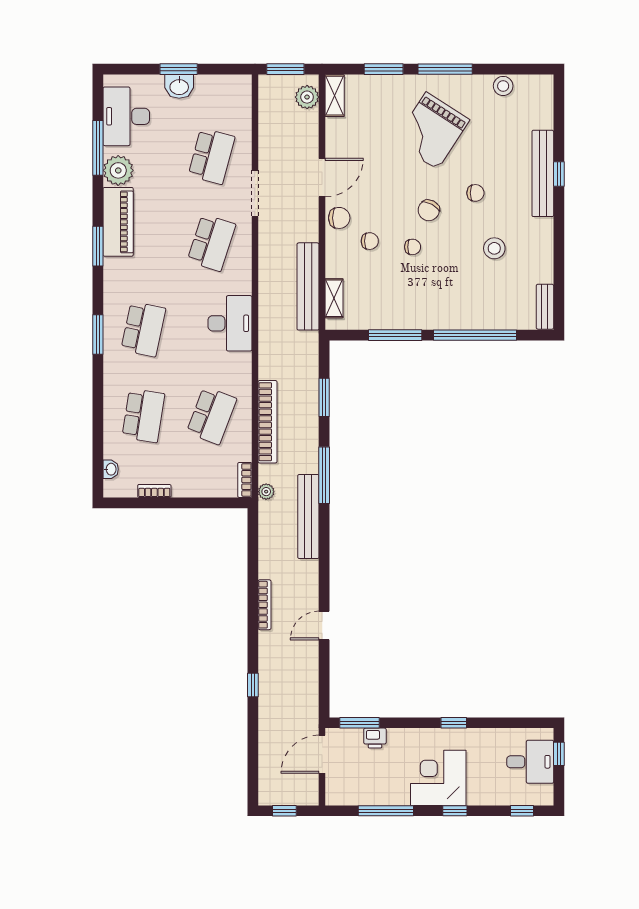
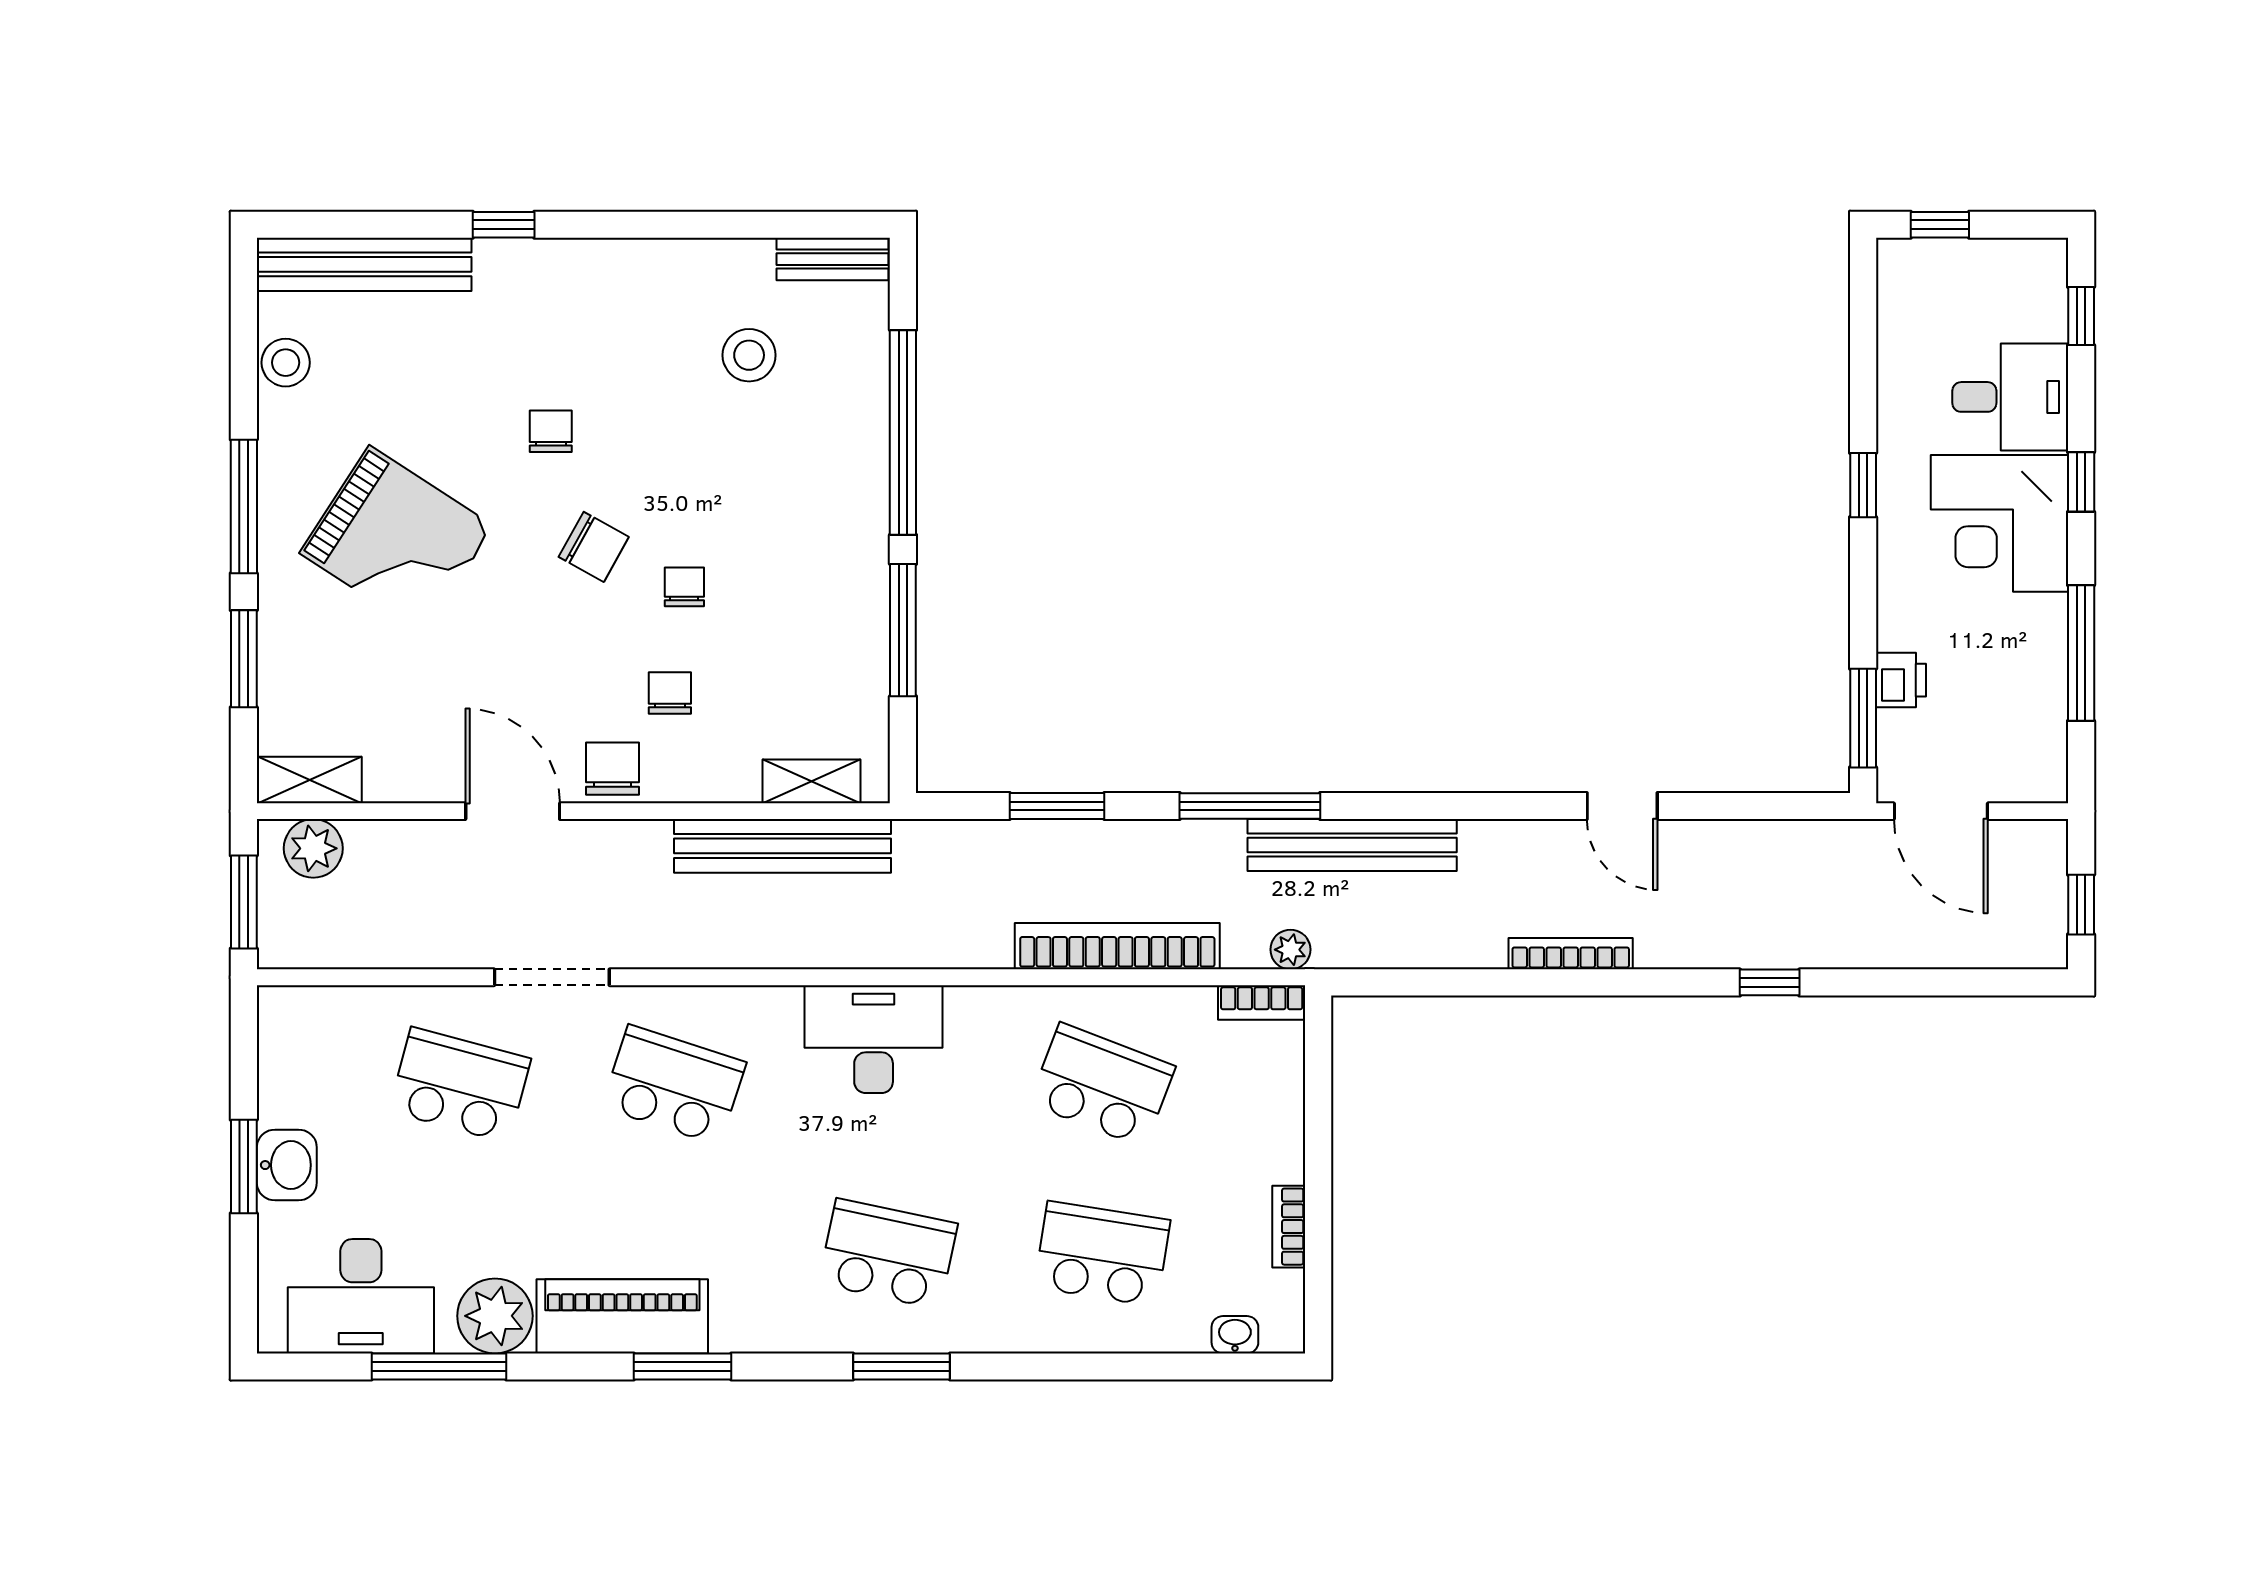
bench: (543, 173) -> (364, 264), moved
stool: (494, 248) -> (749, 355), moved
desk: (530, 762) -> (2010, 397), moved, turned 90

